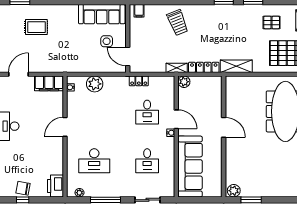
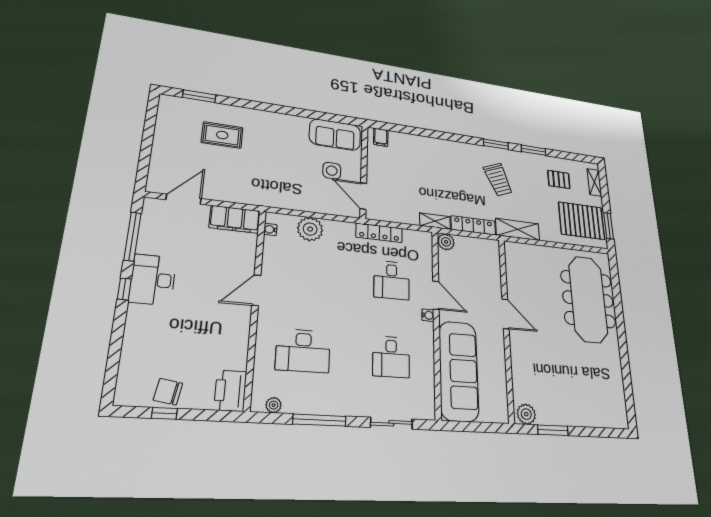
sofa: (102, 14) -> (335, 135), width x0.73
trolley: (178, 23) -> (498, 180), moved
locker: (139, 81) -> (379, 233), width x1.53

